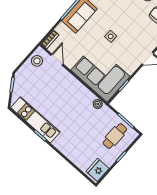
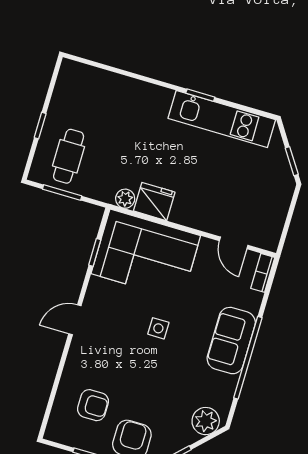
stool: (37, 61) -> (268, 224), removed
fridge: (98, 170) -> (154, 202), moved, turned -90

